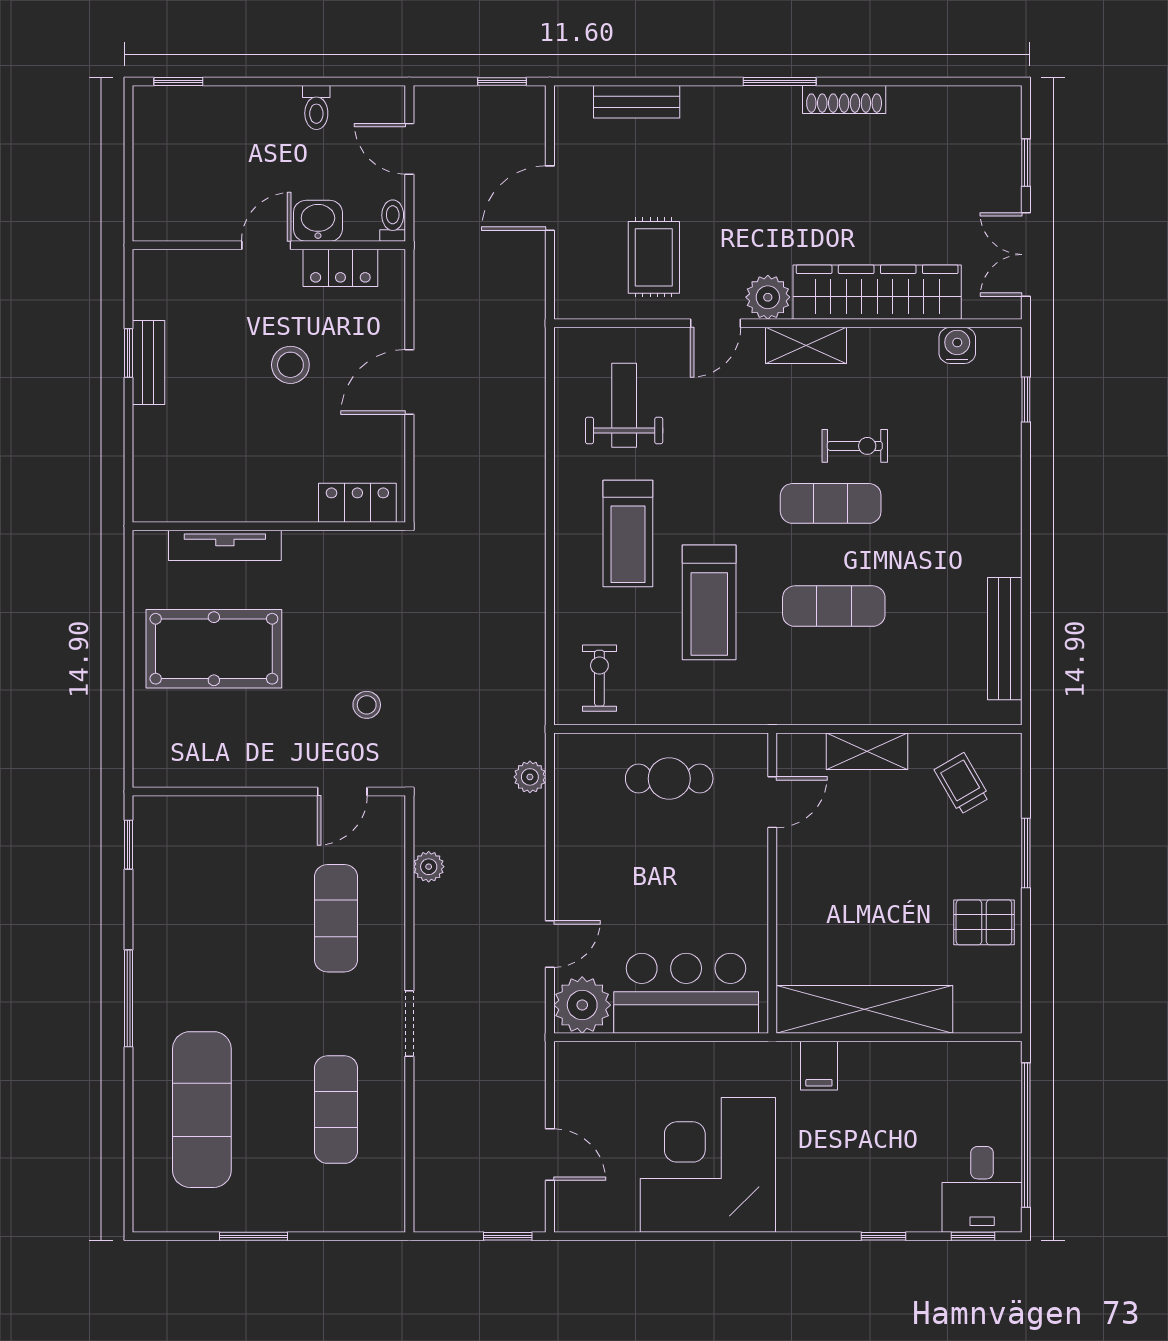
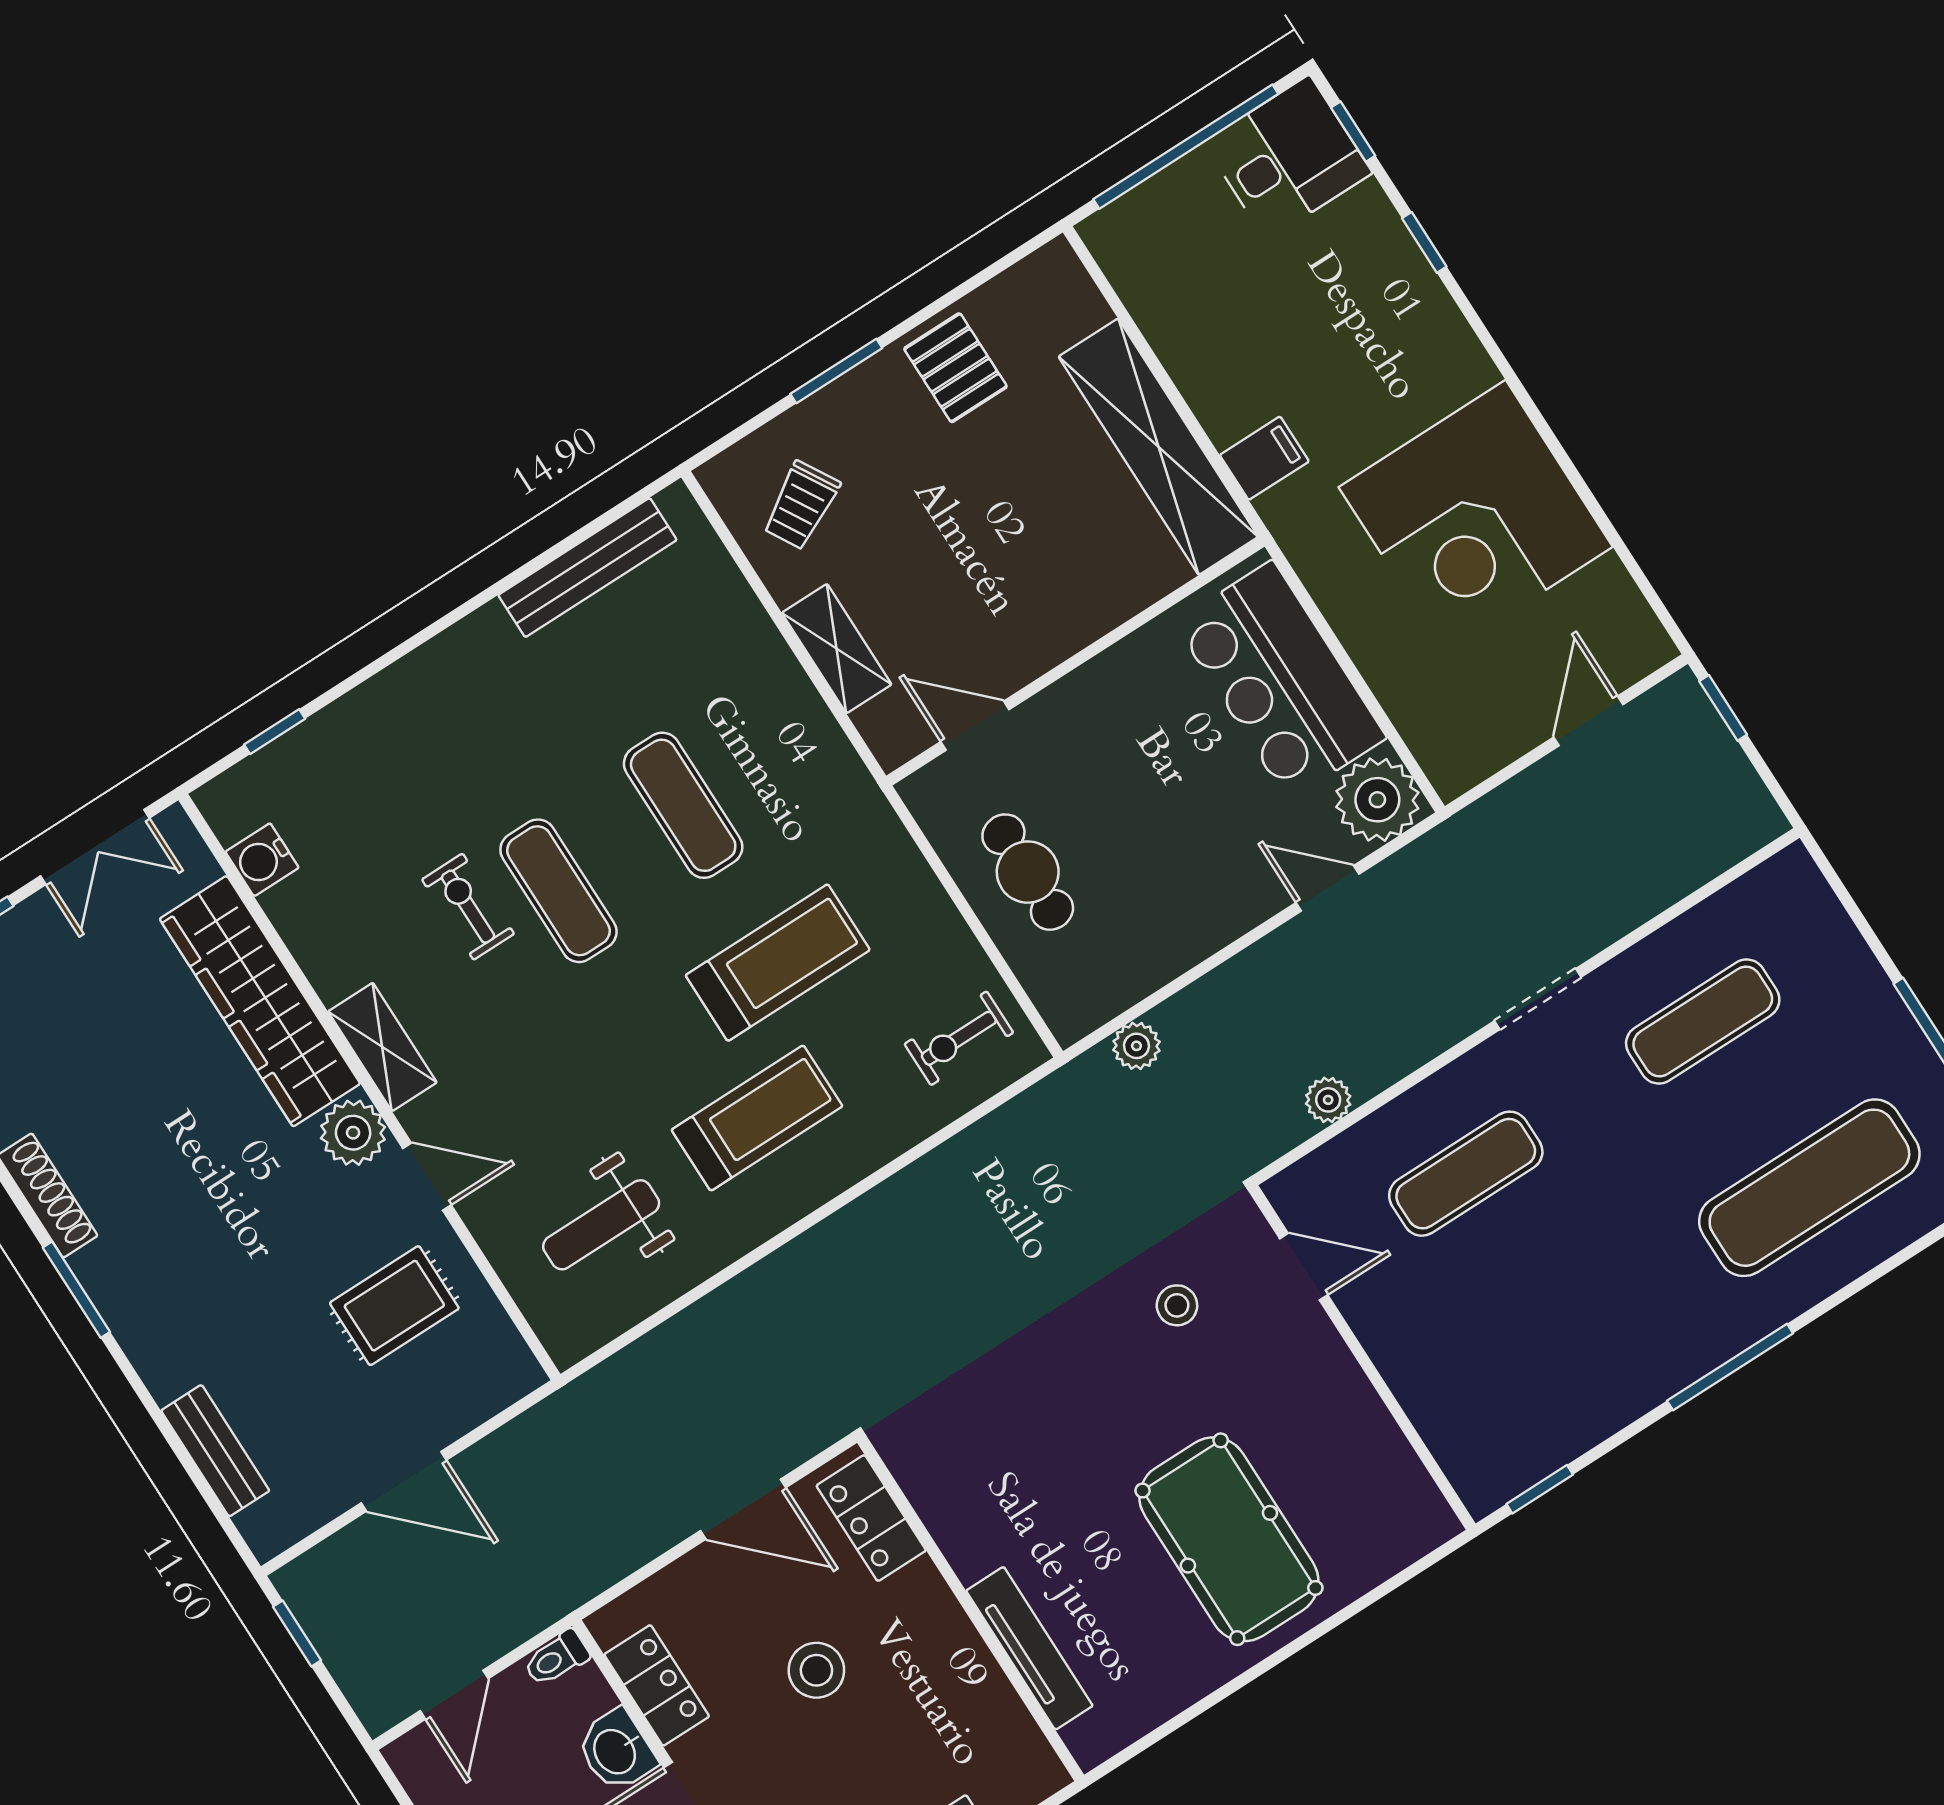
locker: (357, 503) -> (871, 1518), moved
wall: (269, 526) -> (971, 1609), moved
tv unit: (225, 545) -> (1029, 1648), moved

